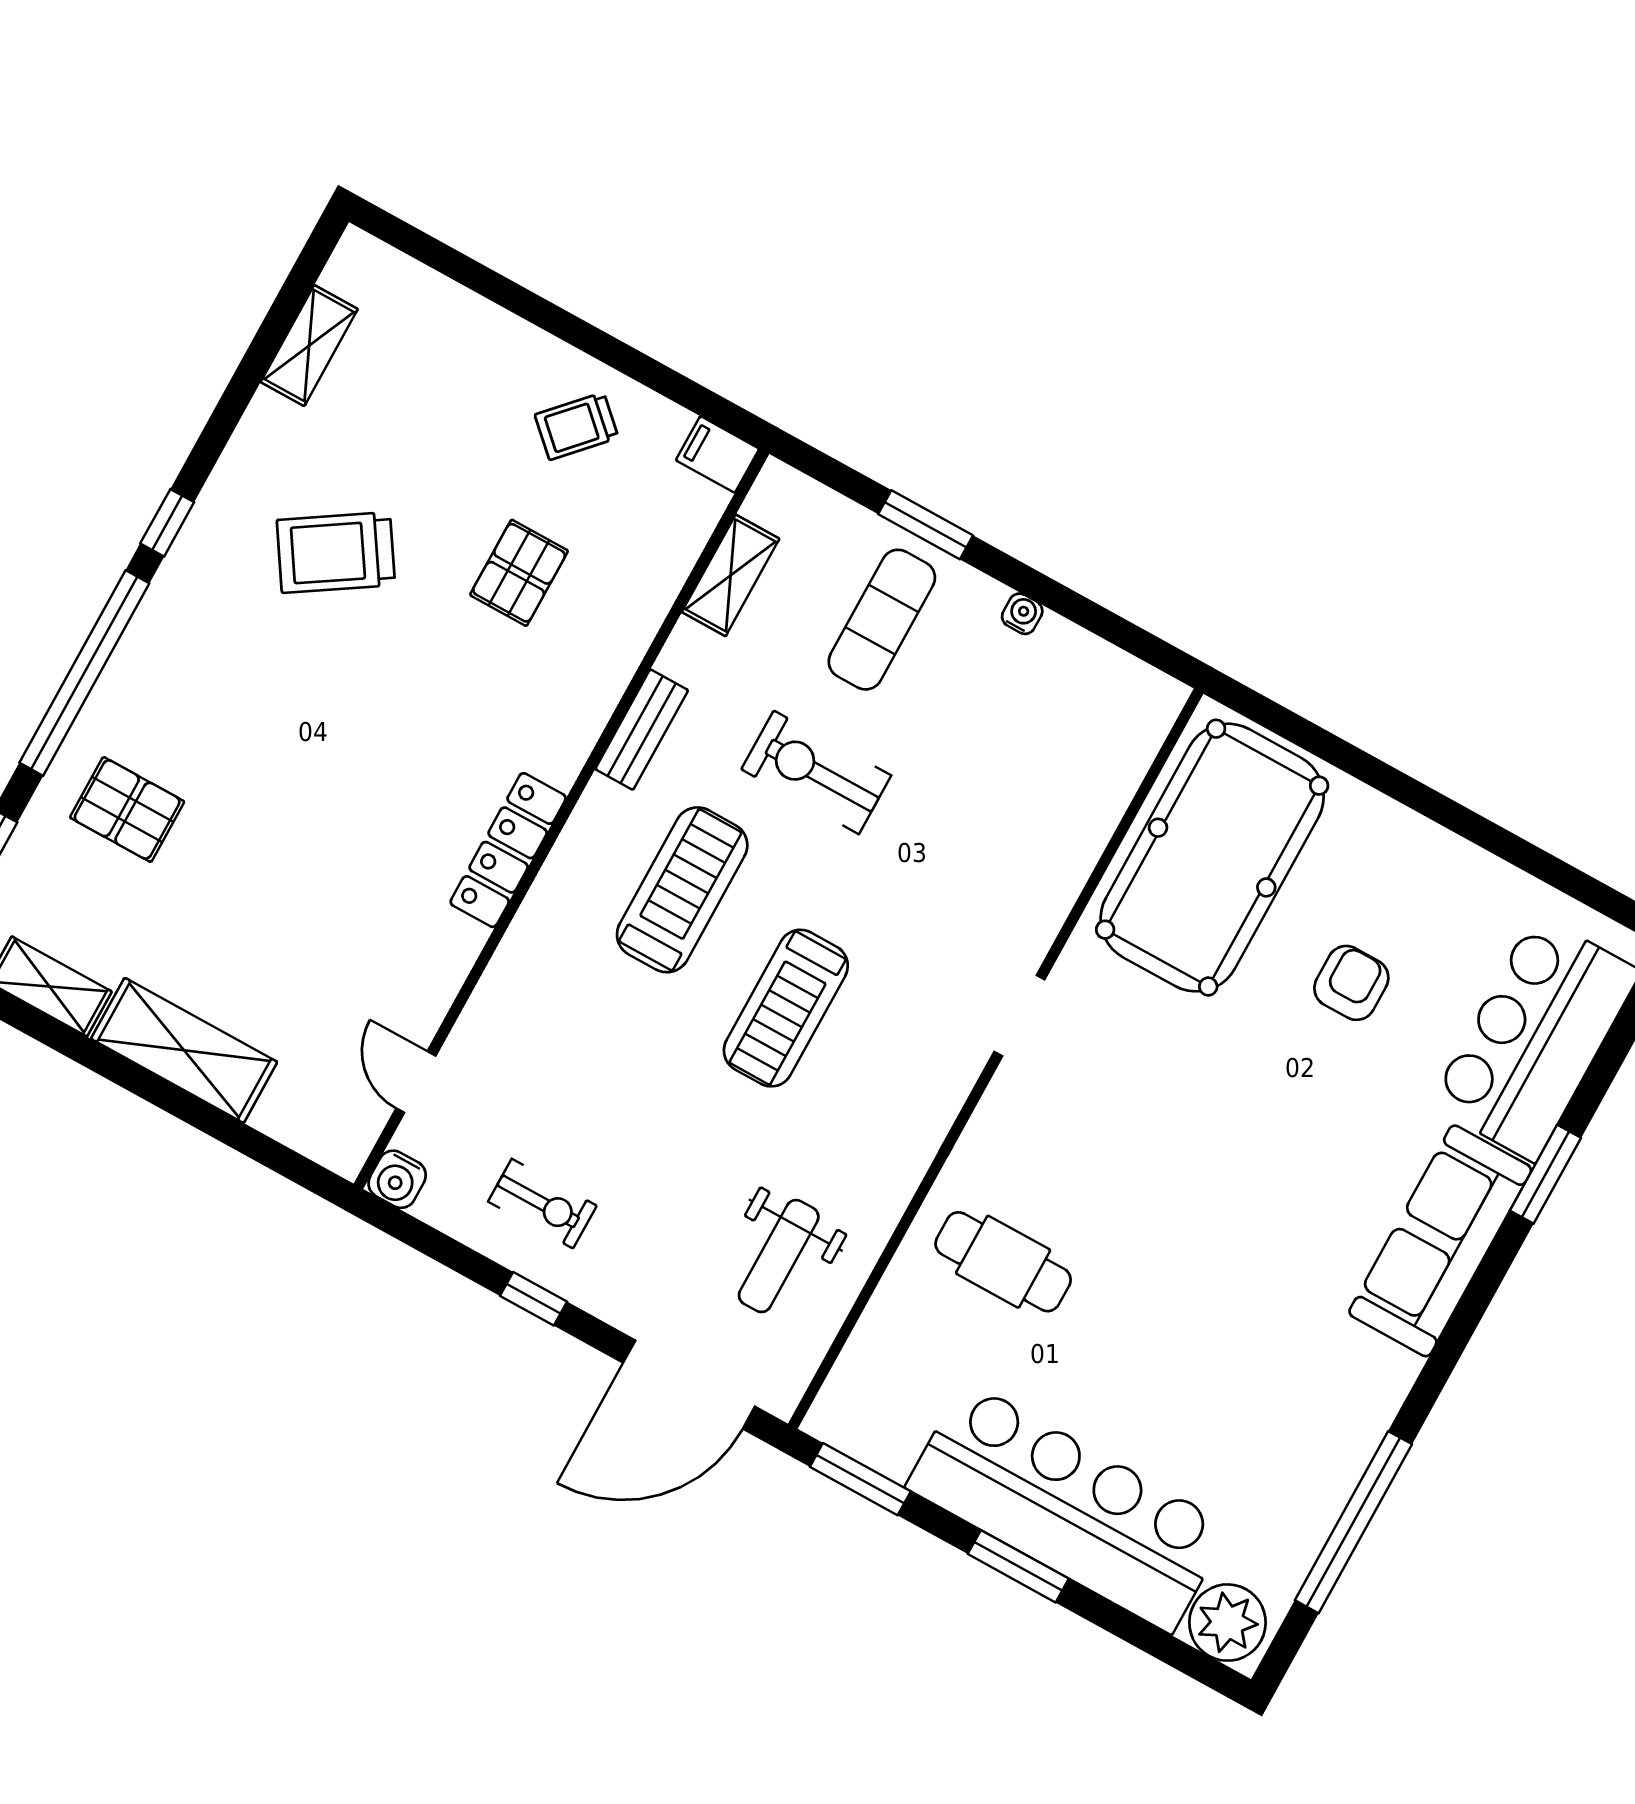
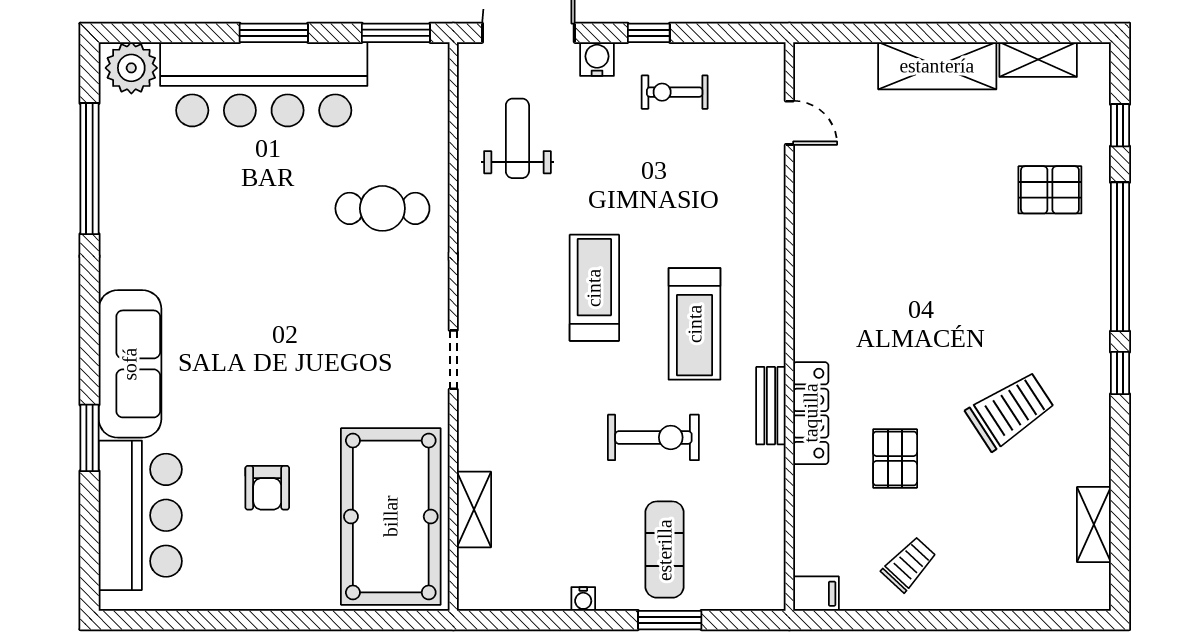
shelving: (731, 575) -> (474, 509), moved
locker: (508, 850) -> (811, 413), moved
water cooler: (397, 1179) -> (597, 59), moved

